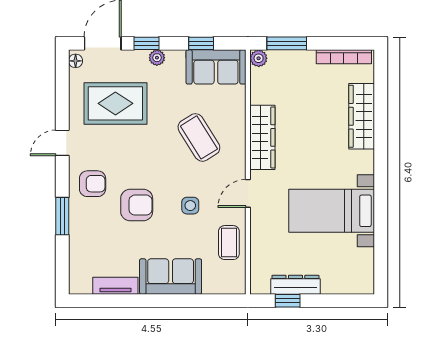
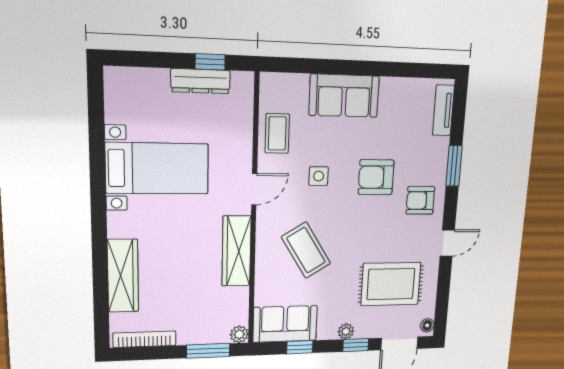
tv unit: (115, 286) -> (443, 110), moved, turned 90

